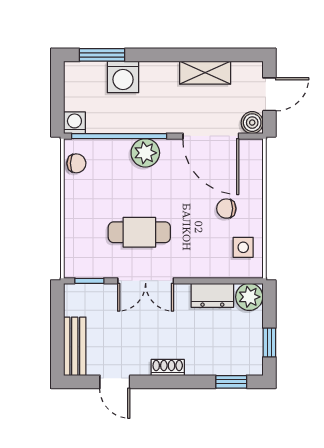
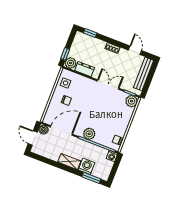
shelving: (205, 73) -> (69, 162), moved
door: (269, 94) -> (33, 138), hinge flipped
door: (211, 136) -> (62, 131), hinge flipped
cafe table: (139, 232) -> (103, 104), removed
plant: (78, 264) -> (132, 101), added
window: (269, 342) -> (65, 54), moved
bench: (75, 346) -> (143, 74), width x1.36

